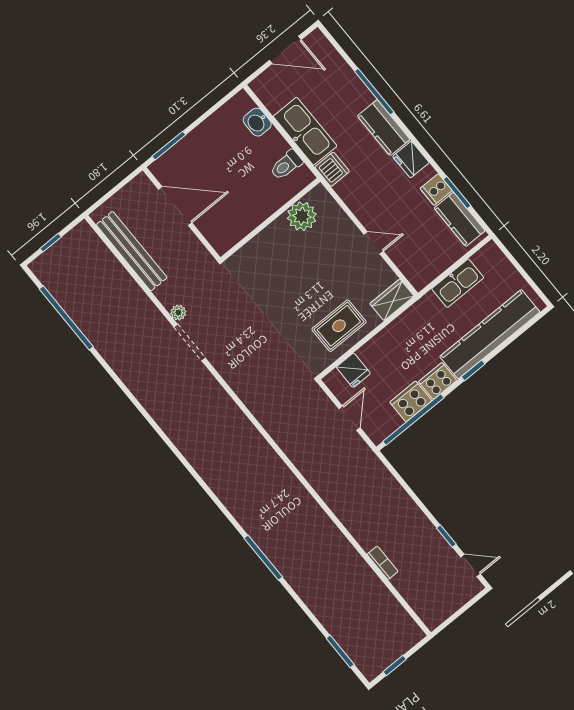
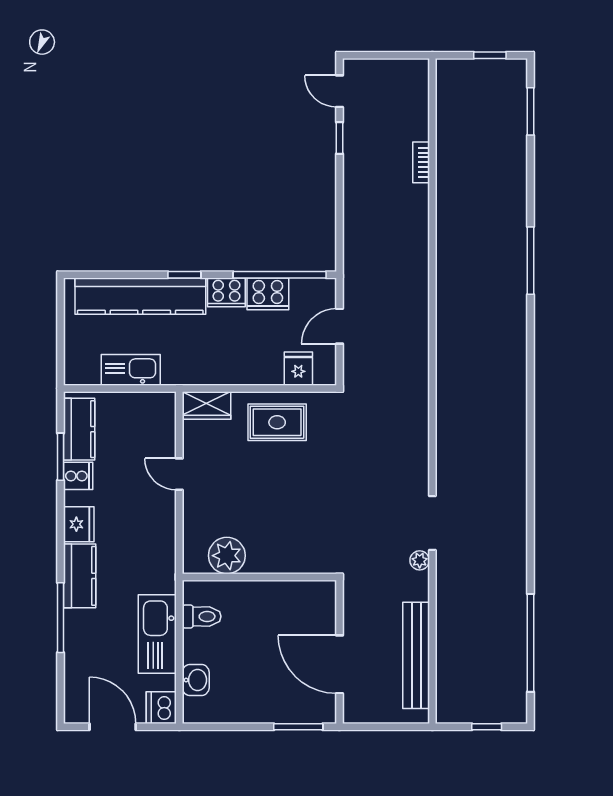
dishwasher: (332, 169) -> (161, 708), moved

